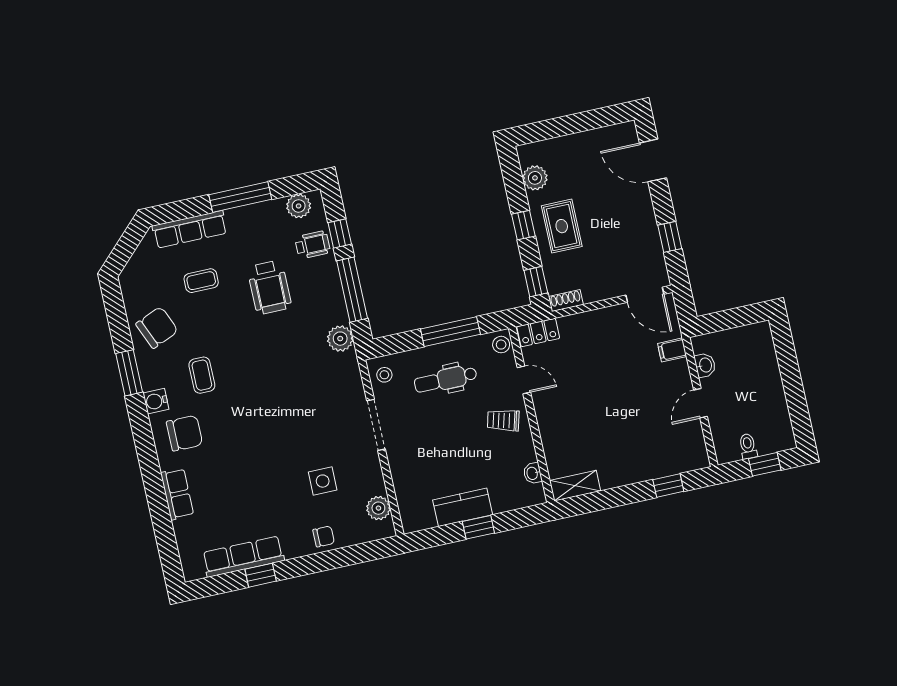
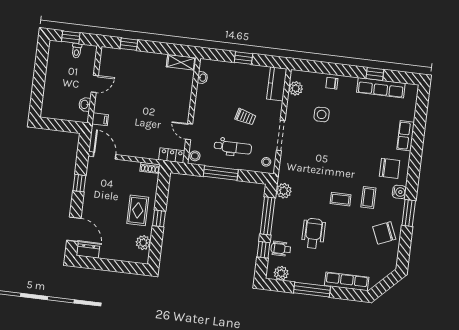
dresser: (618, 134) -> (88, 251), added
coffee table: (201, 281) -> (341, 199), moved
window: (536, 282) -> (163, 184), removed
trolley: (503, 420) -> (245, 117), moved
chair: (185, 433) -> (390, 168), turned 180
kitchen counter: (463, 507) -> (277, 84), moved, turned 90

